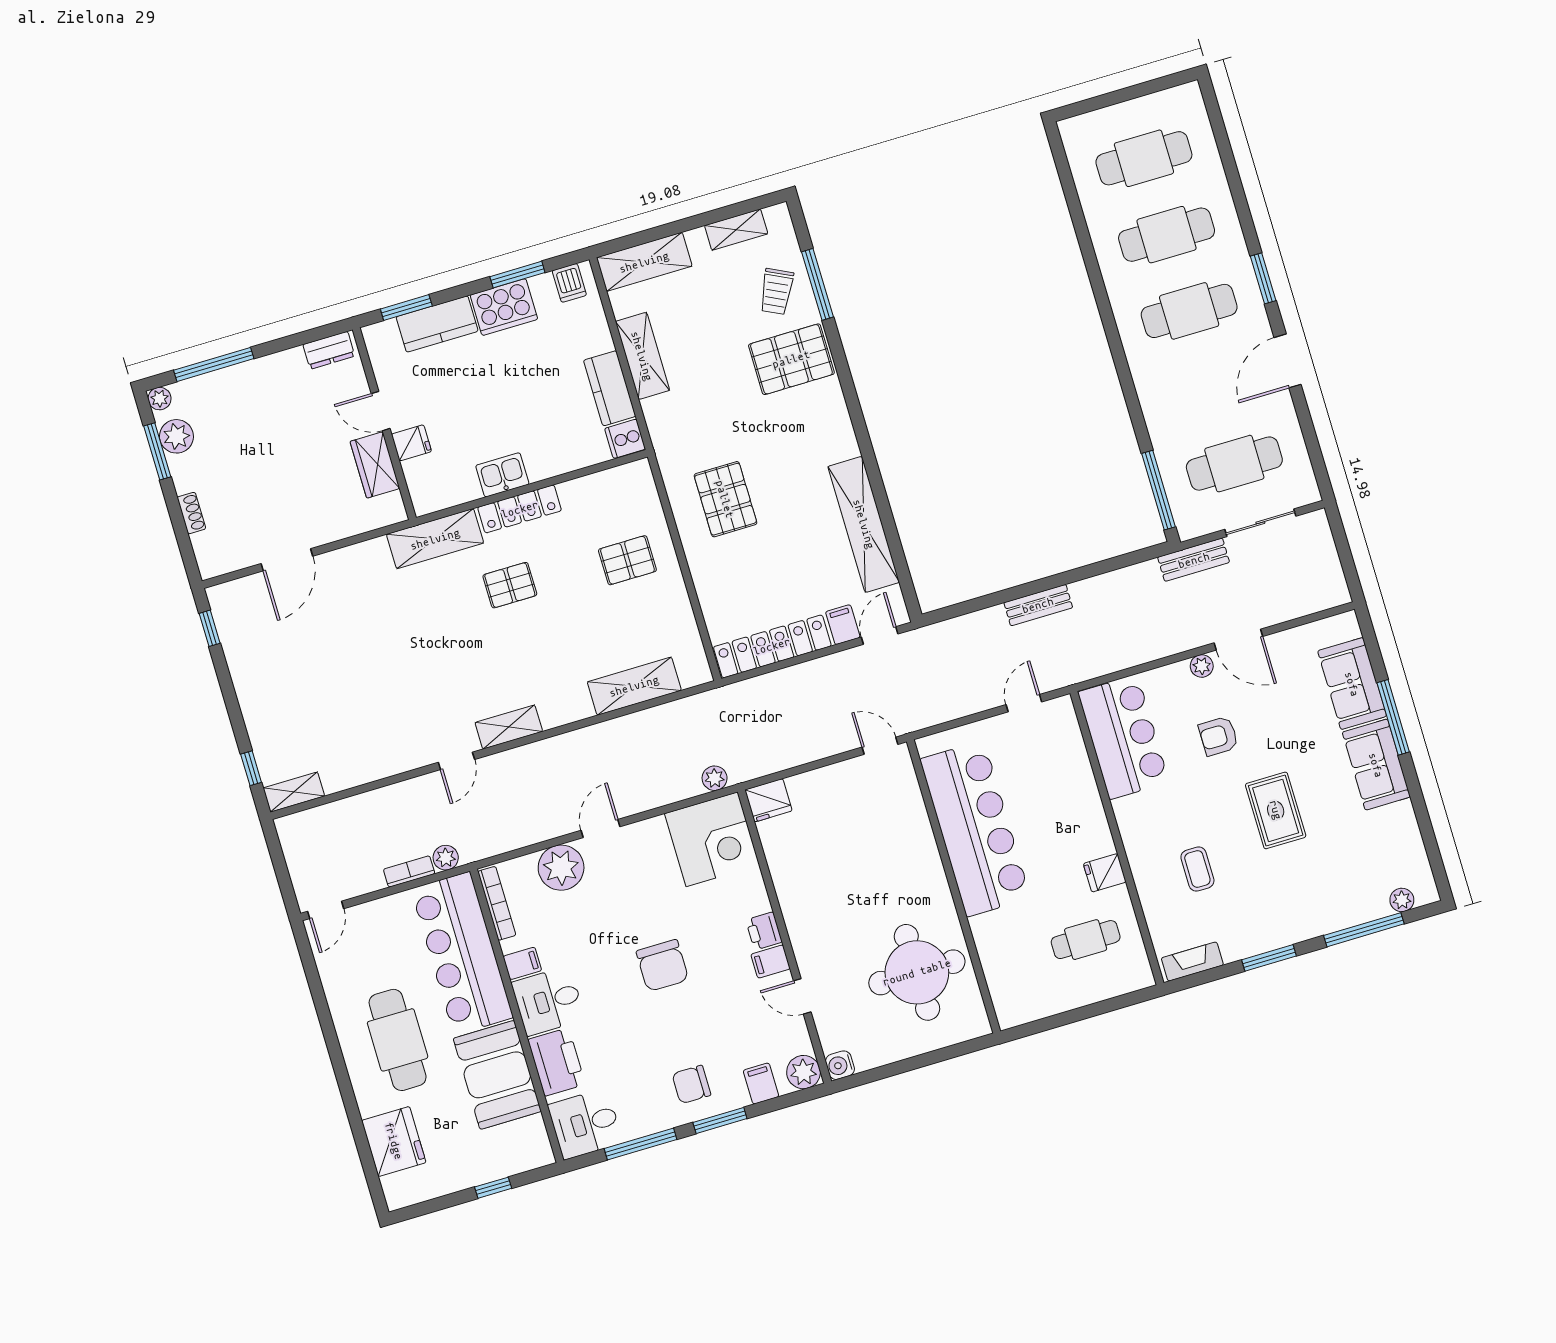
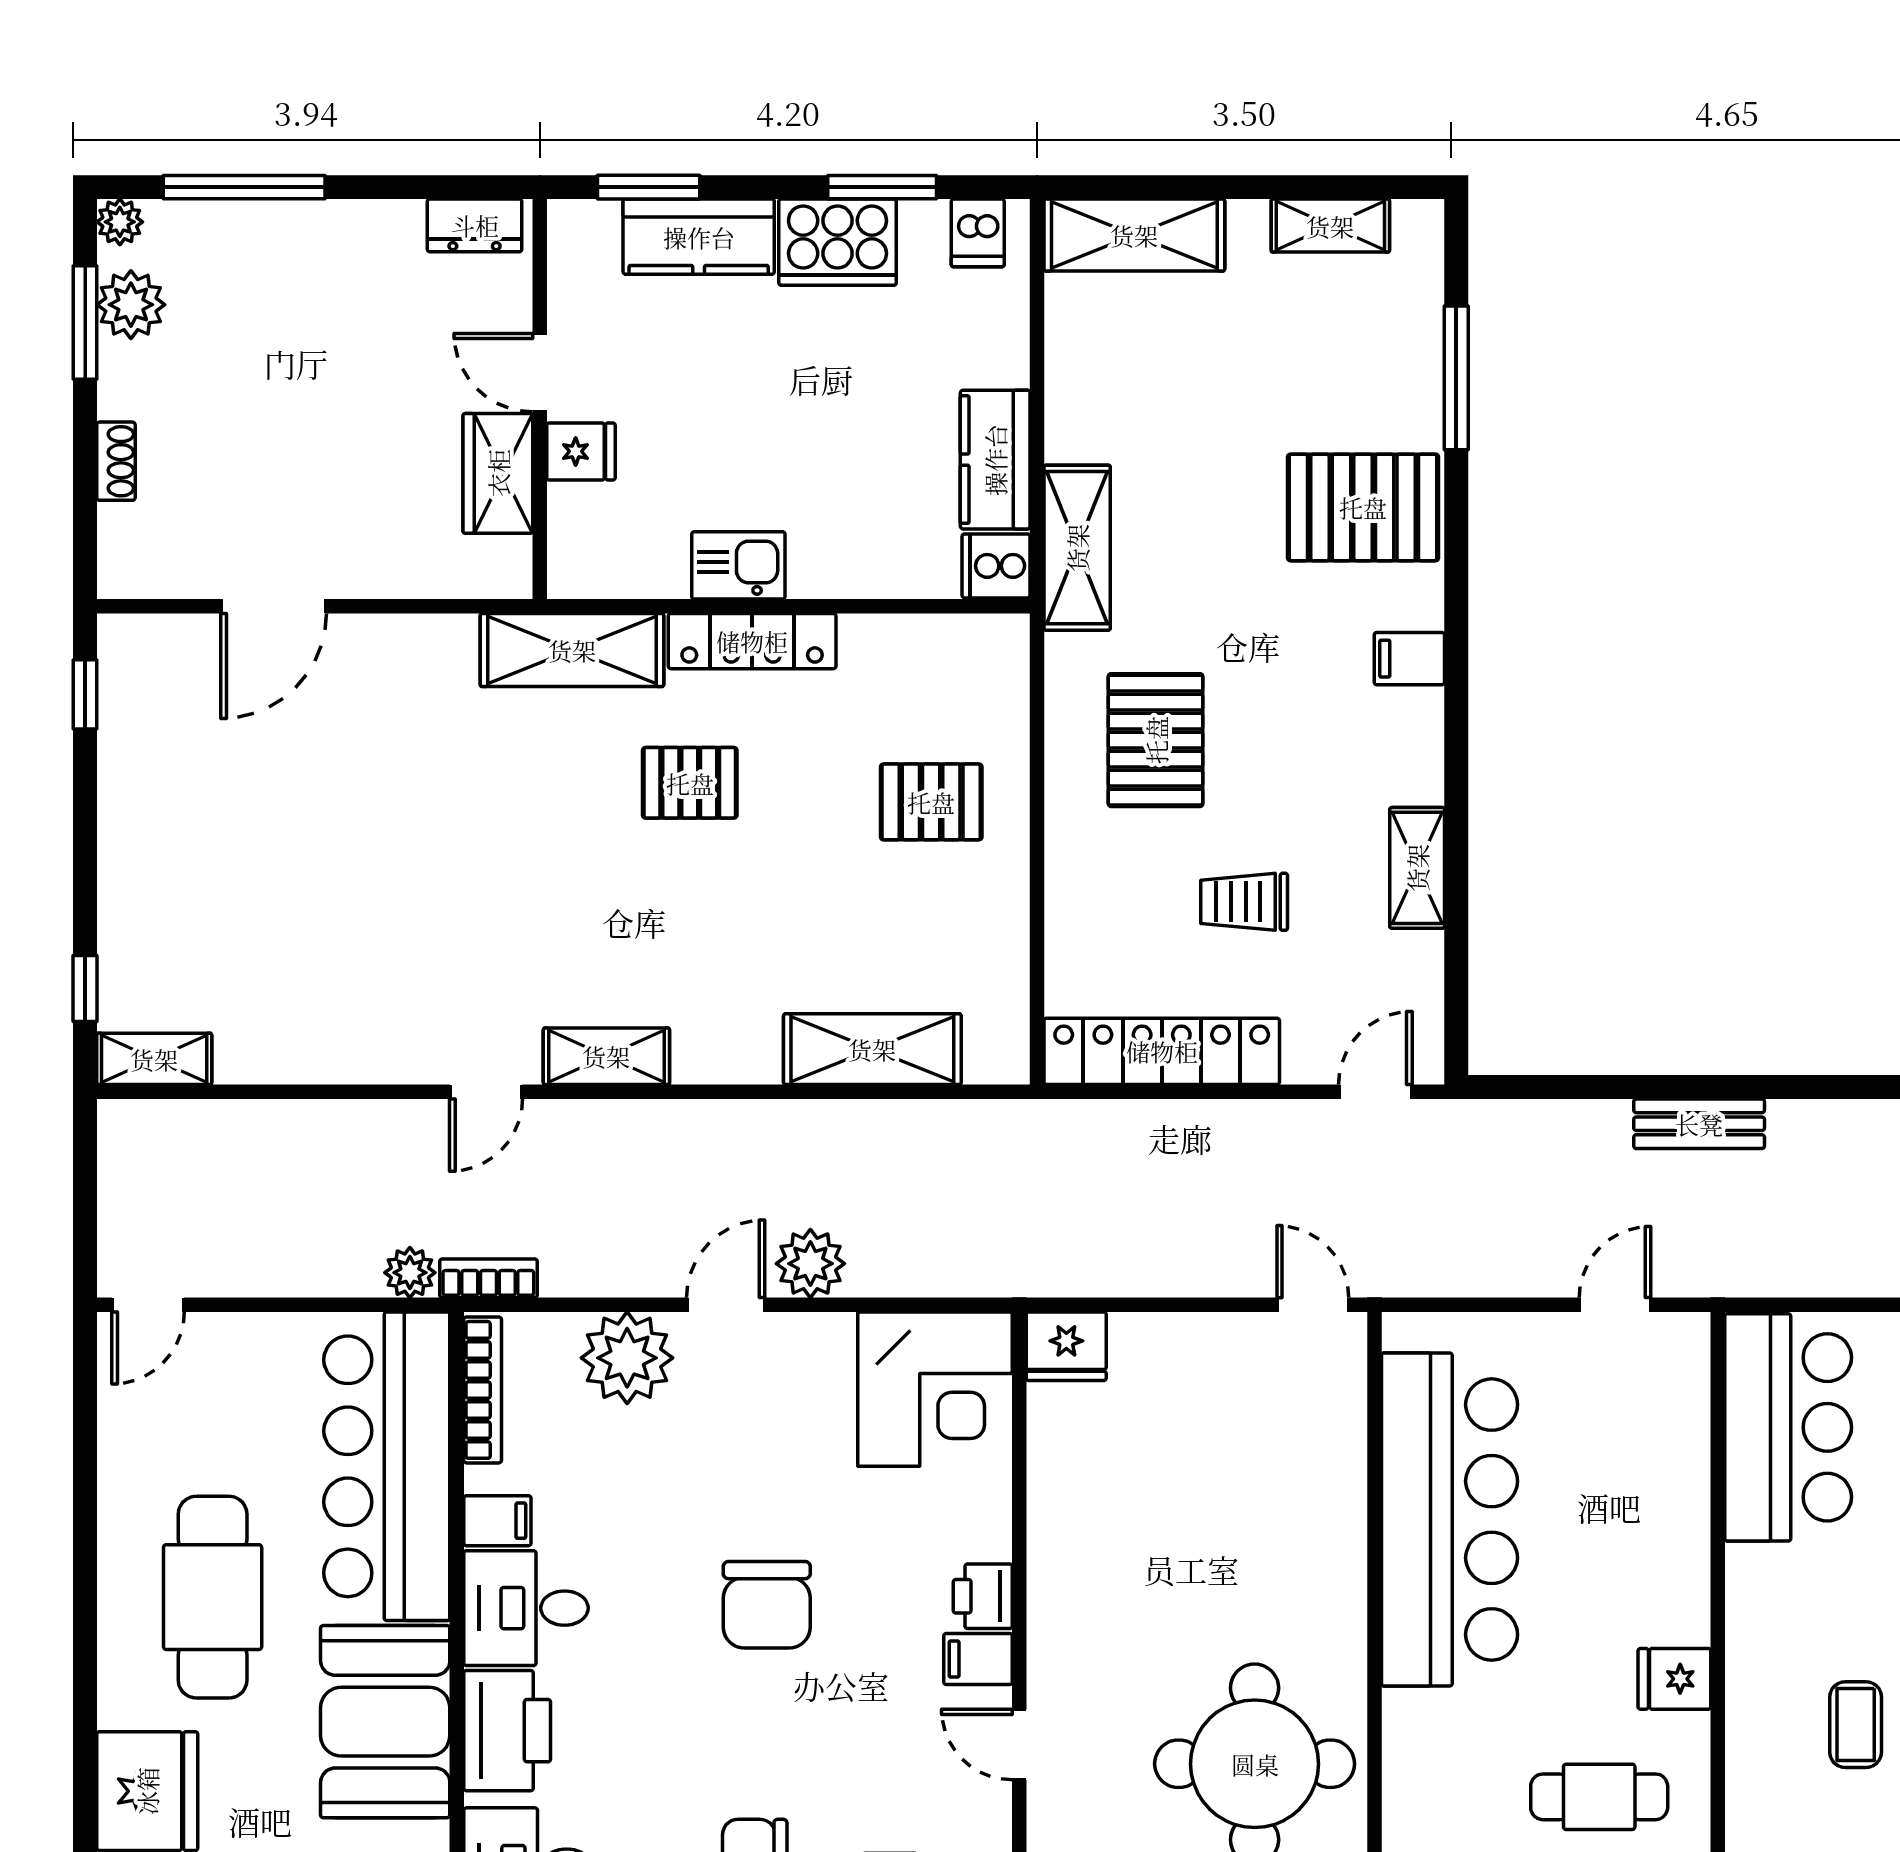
trolley: (776, 292) -> (1244, 902), moved, turned 64
shelving: (642, 356) -> (1077, 548), moved
shelving: (864, 524) -> (1417, 868), width x0.45, depth x0.75
filing cabinet: (843, 625) -> (1409, 659), moved, turned -90
plant: (715, 778) -> (810, 1264), moved, width x1.38, depth x1.38
bookcase: (409, 871) -> (488, 1278), moved

